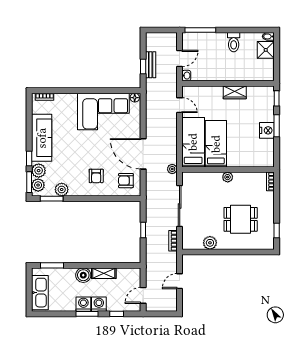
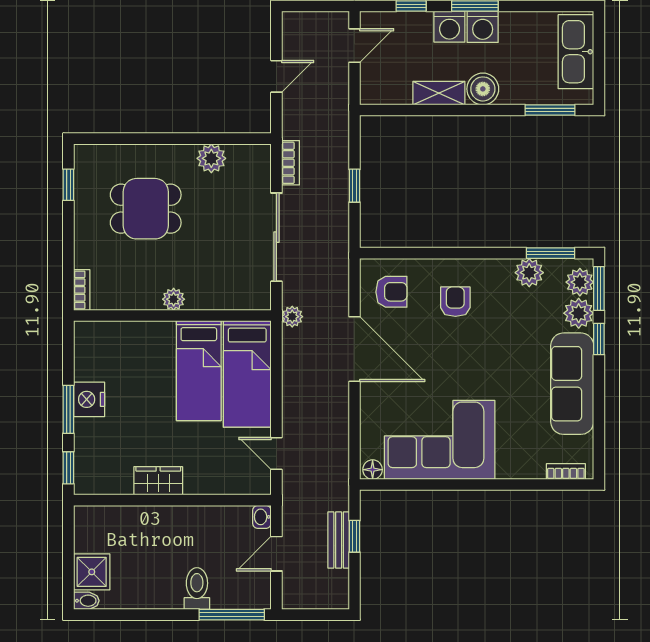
toilet: (234, 42) -> (197, 589), moved

